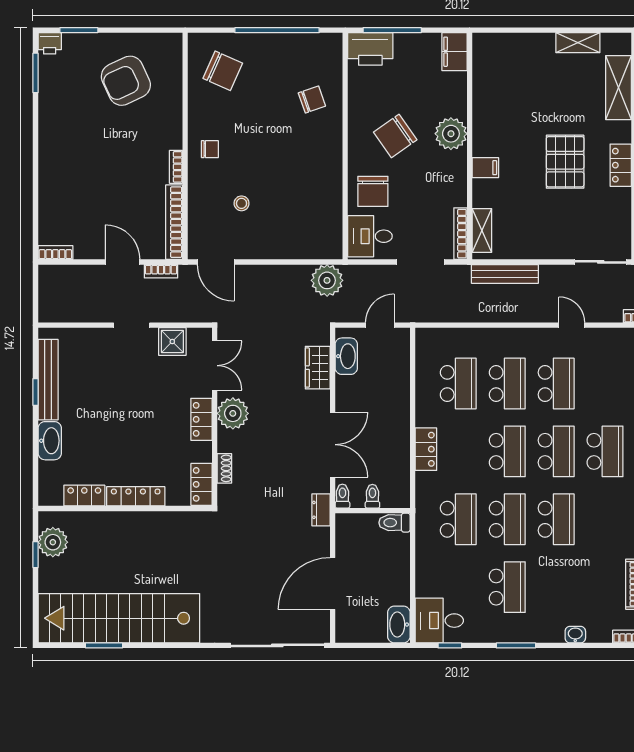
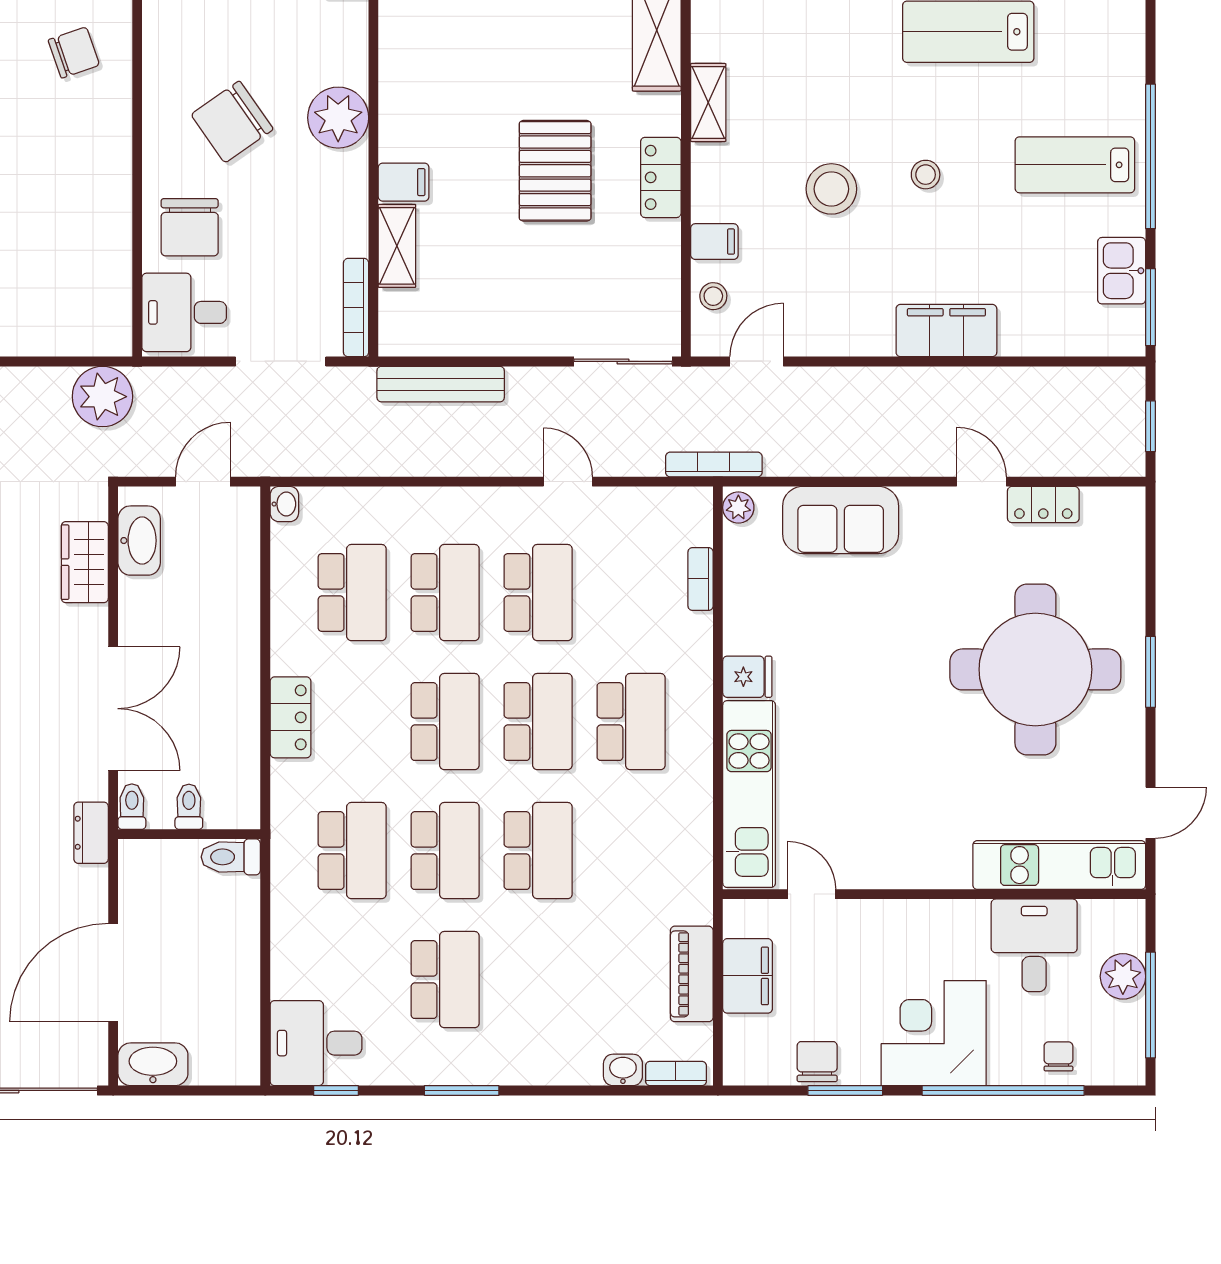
shelving: (482, 230) -> (397, 246), moved
washbasin: (423, 337) -> (284, 504), added
washbasin: (399, 625) -> (153, 1064), moved, turned 90
washbasin: (575, 635) -> (623, 1070), moved

